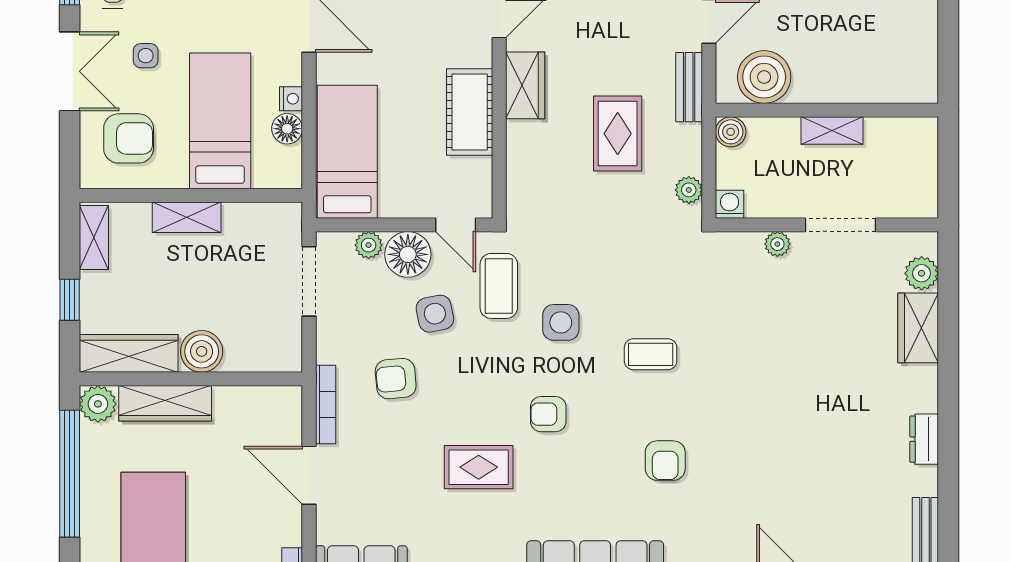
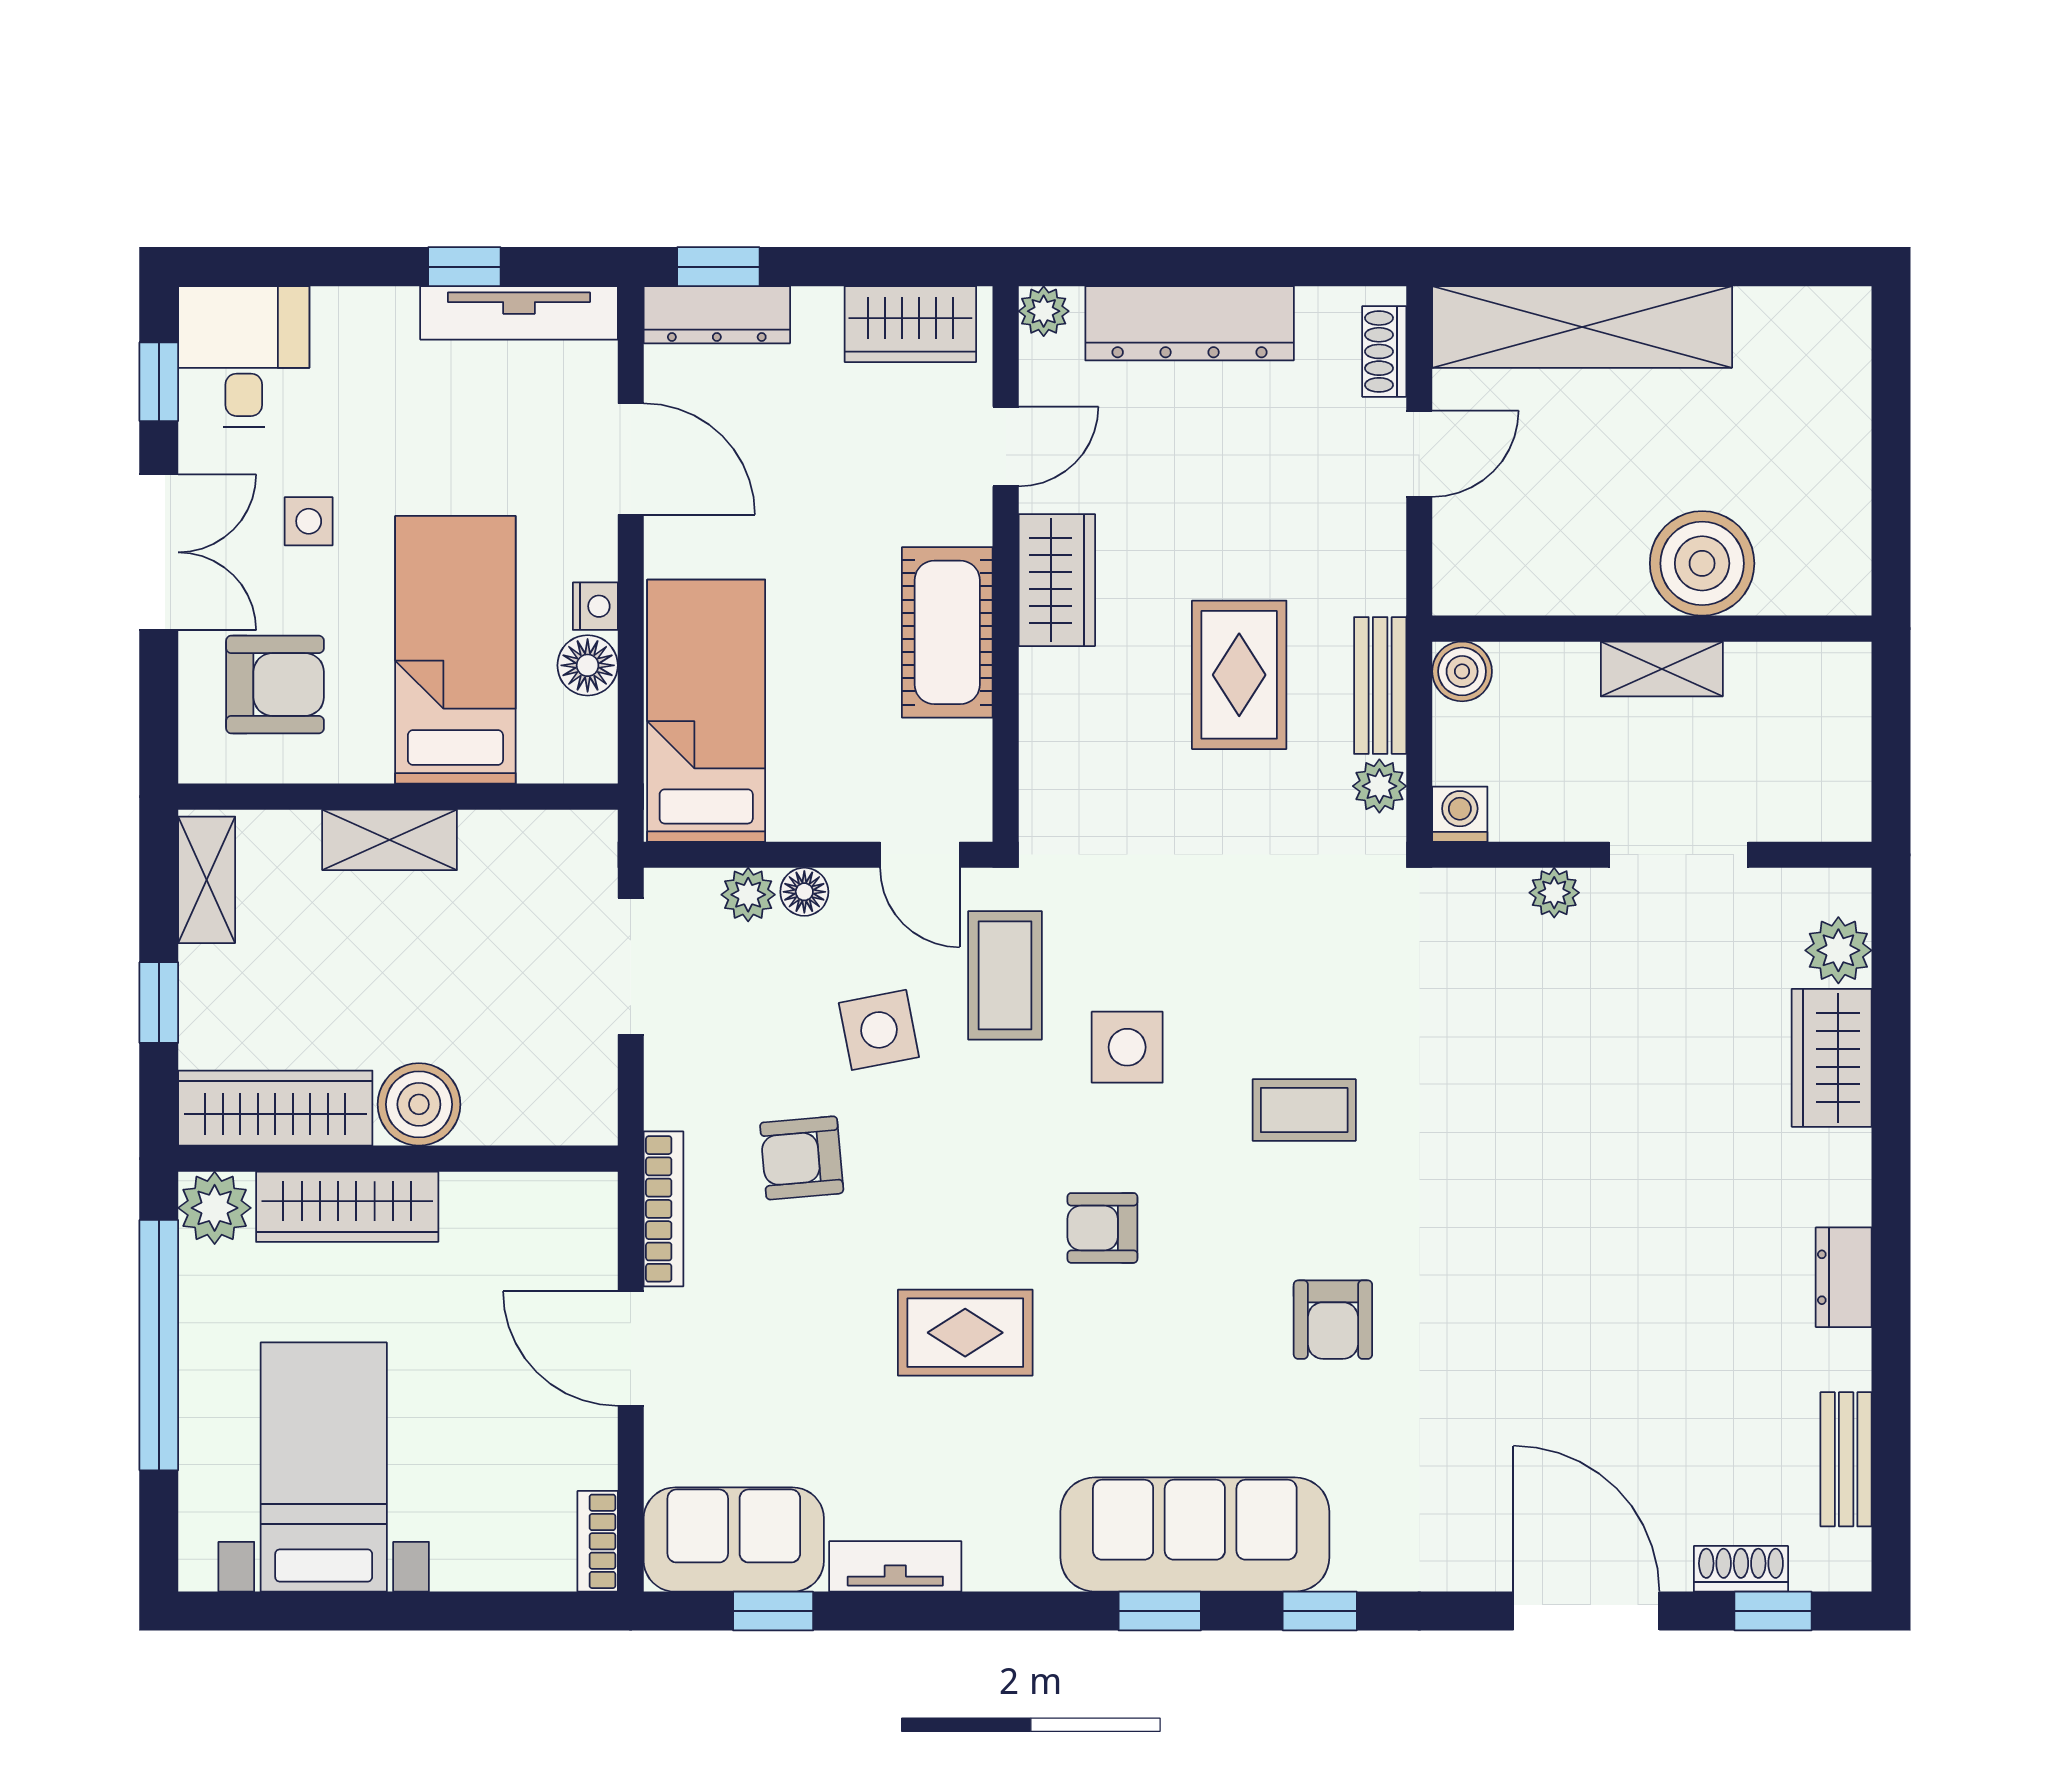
boiler: (764, 77) -> (1702, 563), moved
bench: (689, 87) -> (1380, 686), moved
floor lamp: (408, 254) -> (804, 892), width x0.53, depth x0.53

